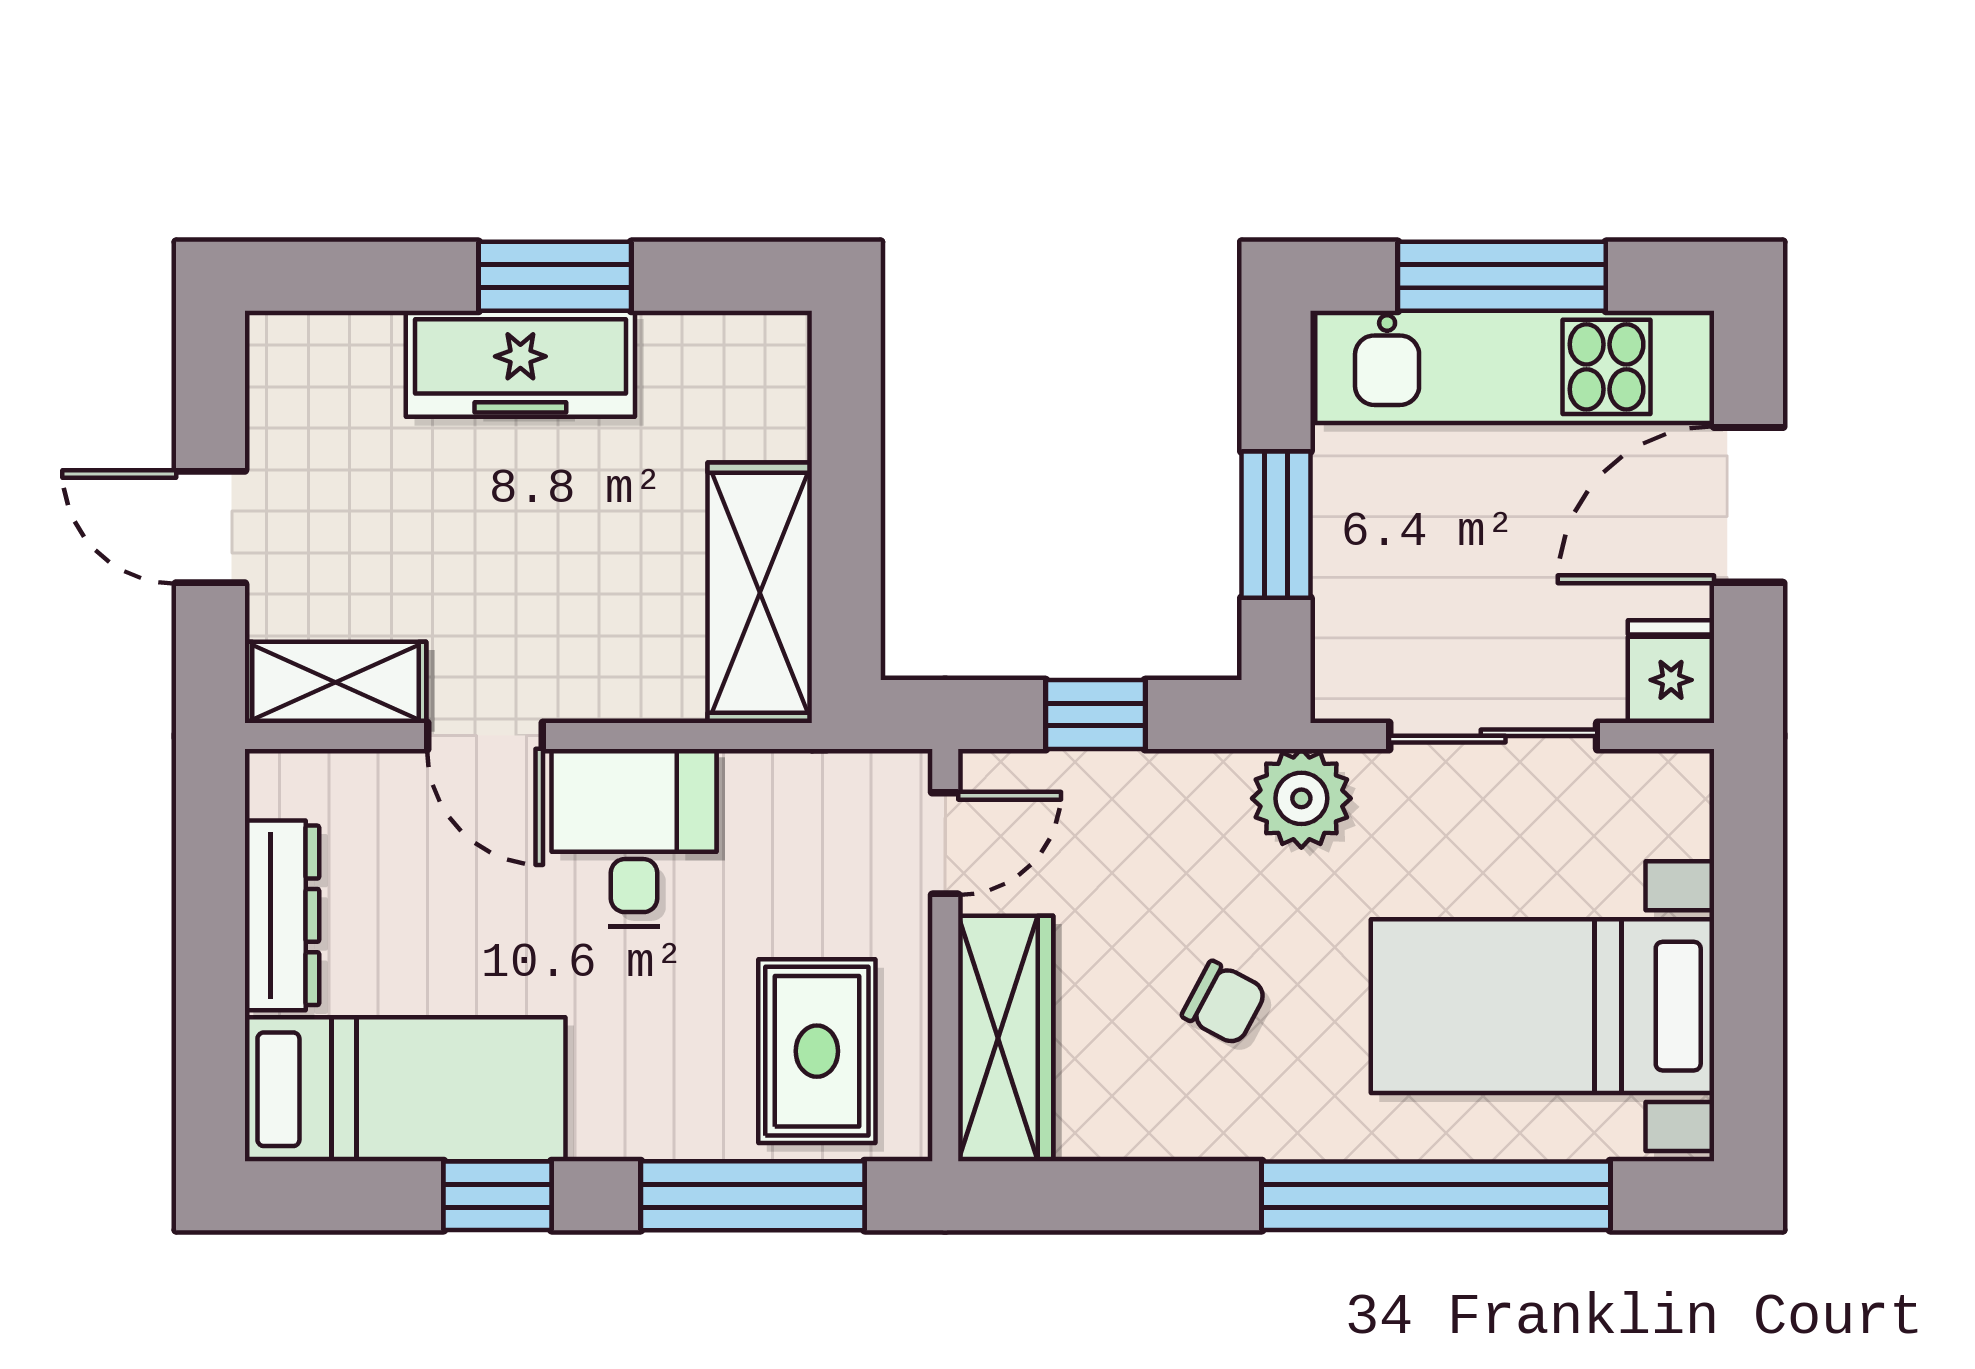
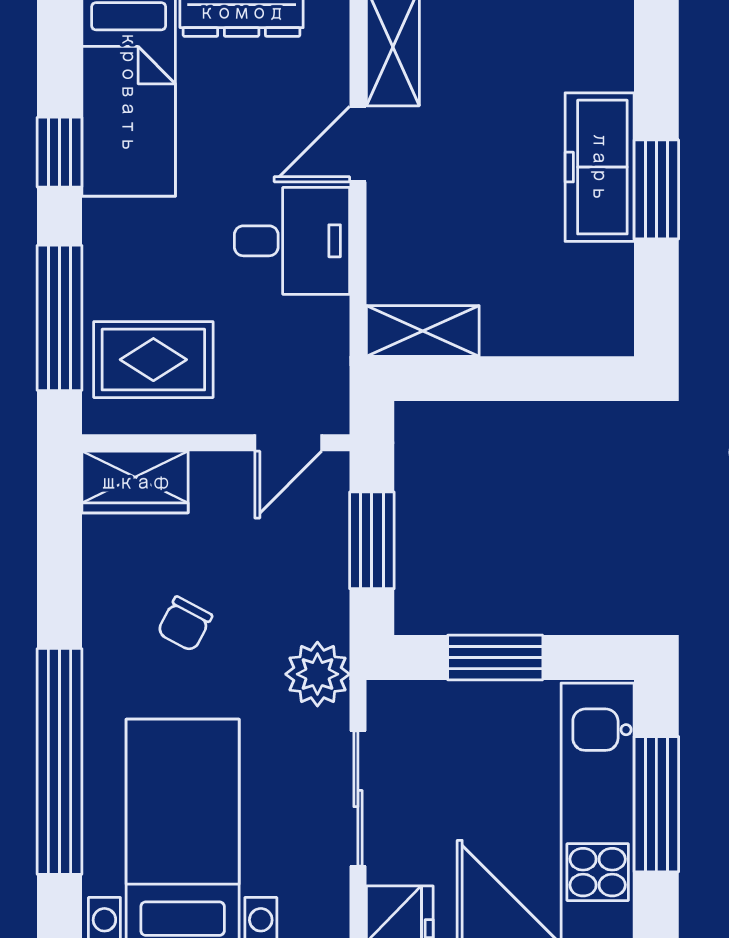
shelving: (760, 593) -> (423, 331), width x0.67, depth x0.75
window: (1095, 715) -> (372, 540), width x1.50
door: (945, 843) -> (288, 443), hinge flipped
wardrobe: (1006, 1038) -> (135, 482), width x0.67

